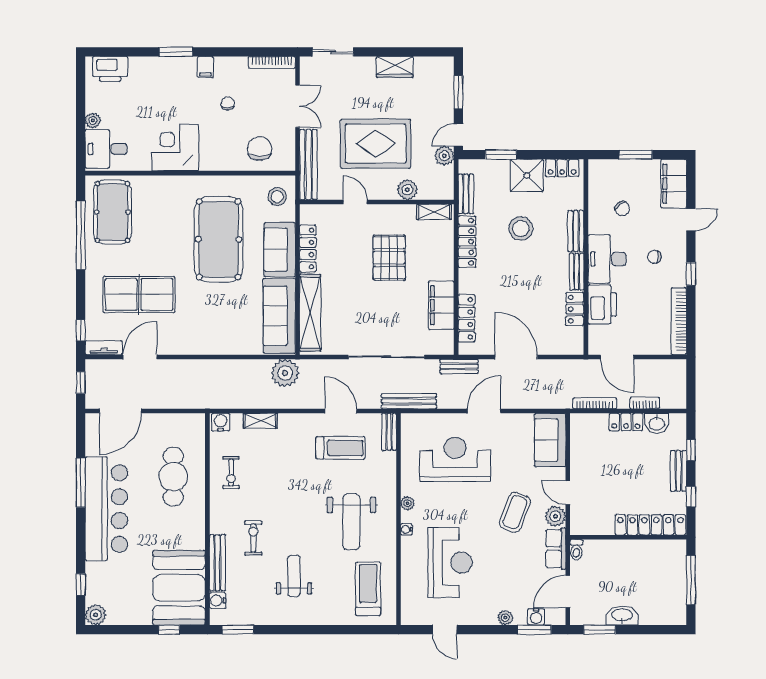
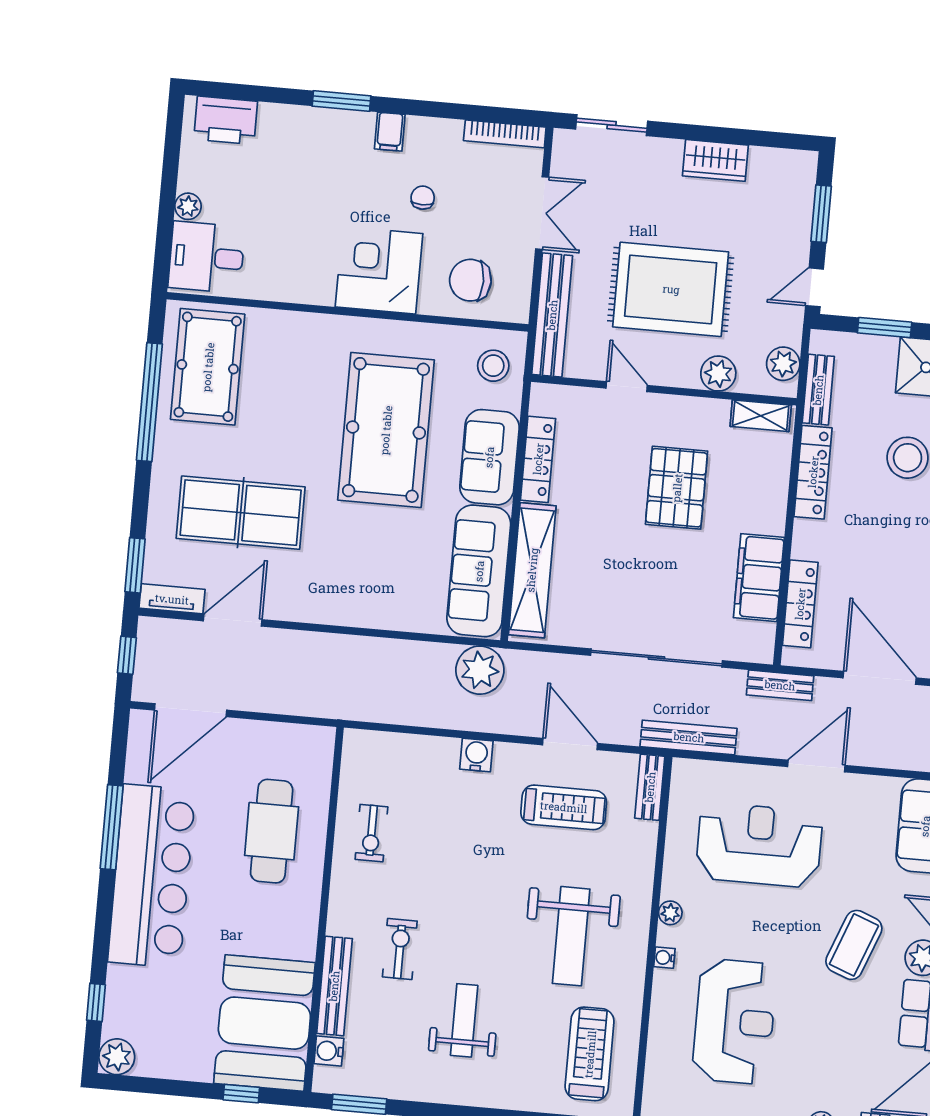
corner desk: (175, 148) -> (379, 270), moved
chair: (260, 149) -> (470, 280), turned -90
plant: (444, 156) -> (783, 364), moved
window: (81, 330) -> (135, 565), width x1.50
shelving: (260, 421) -> (430, 748), removed
water cooler: (221, 422) -> (476, 755), moved

